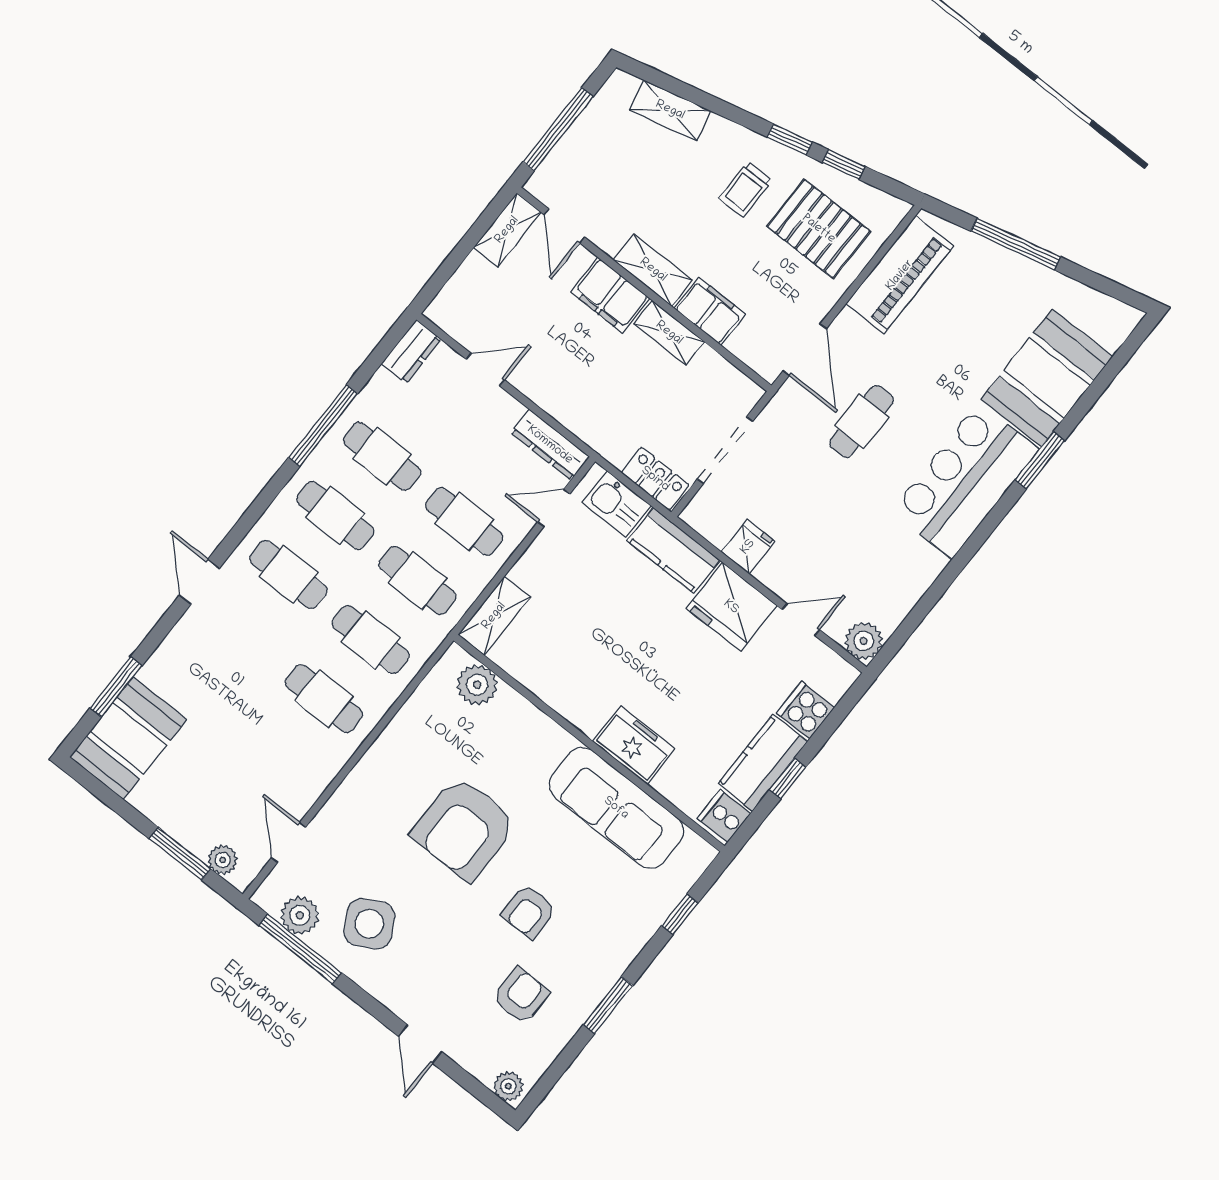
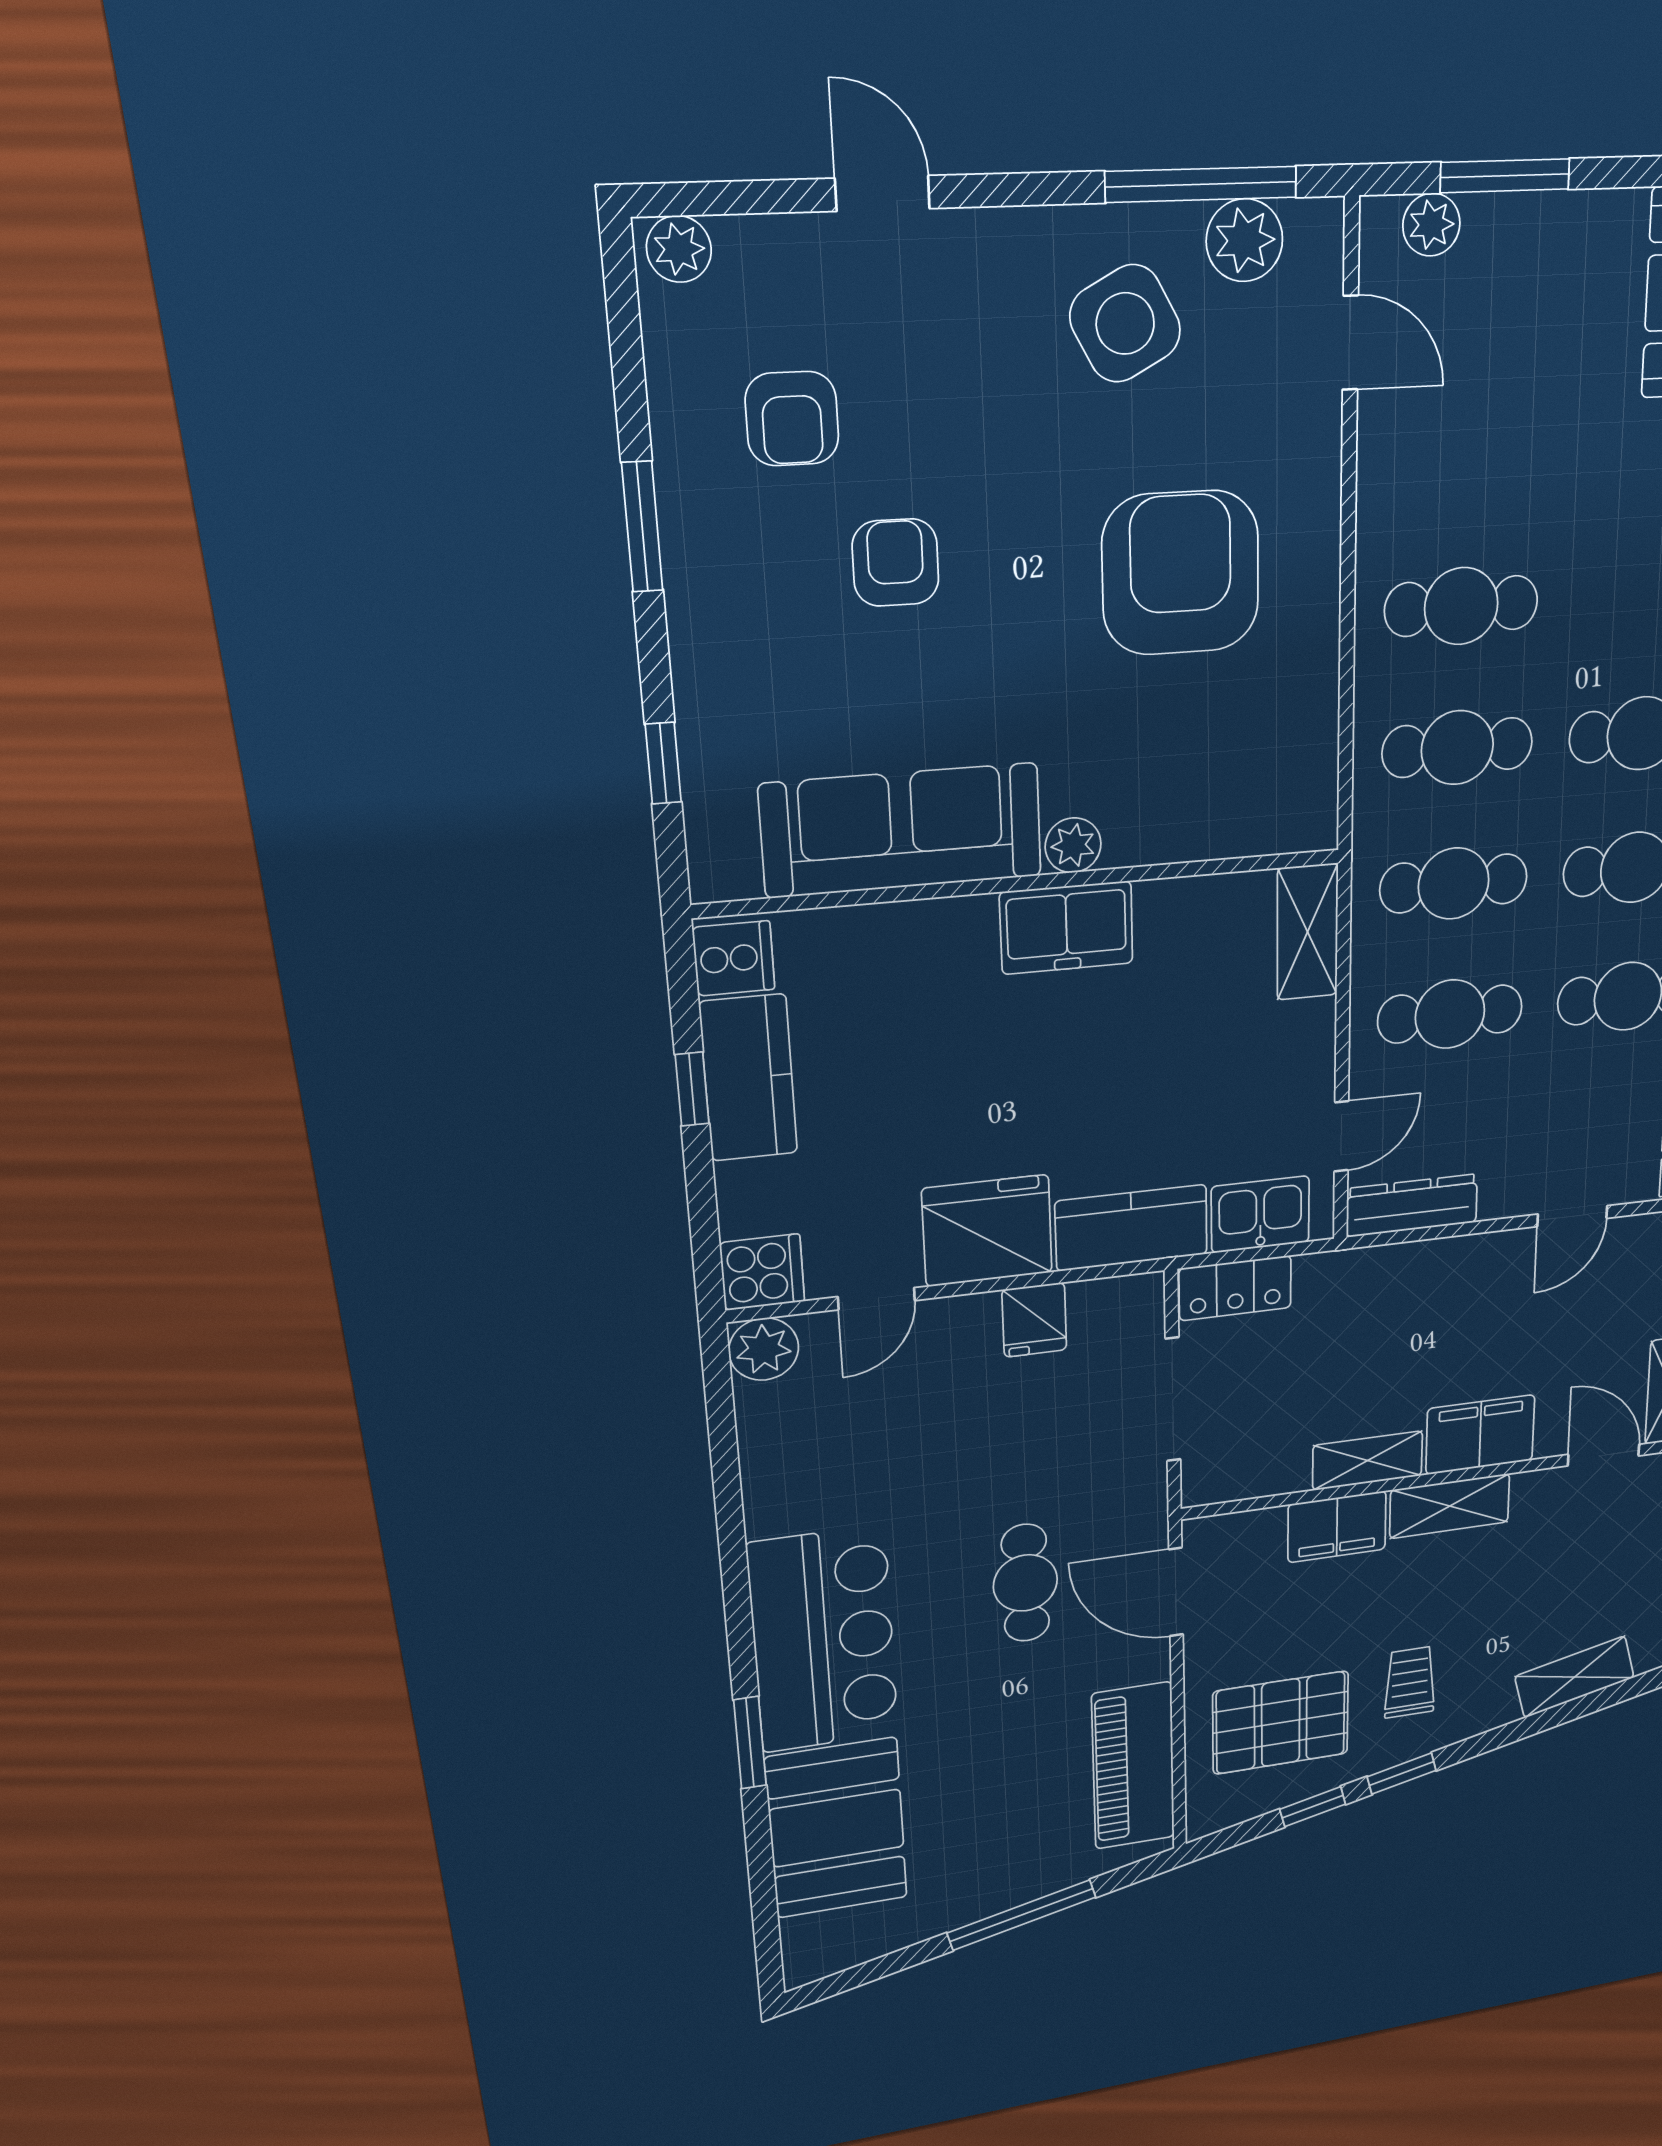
plant: (477, 685) -> (1073, 845), moved, width x0.73, depth x0.73
cooker: (806, 710) -> (762, 1272), moved
freezer: (634, 745) -> (1067, 928), moved
armchair: (464, 828) -> (1181, 573), moved

